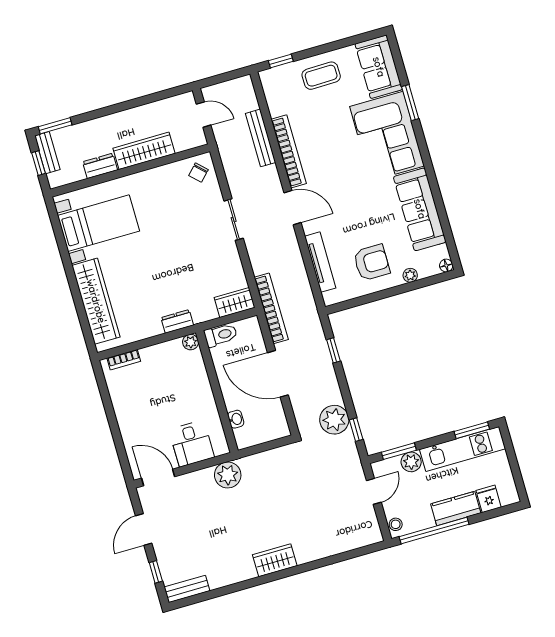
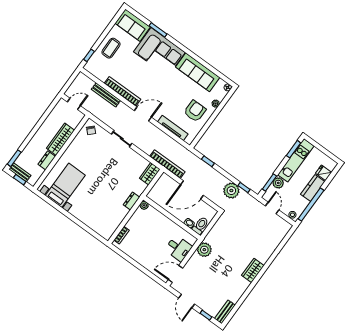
wardrobe: (96, 301) -> (90, 219), removed
toilet: (221, 335) -> (200, 226), moved

